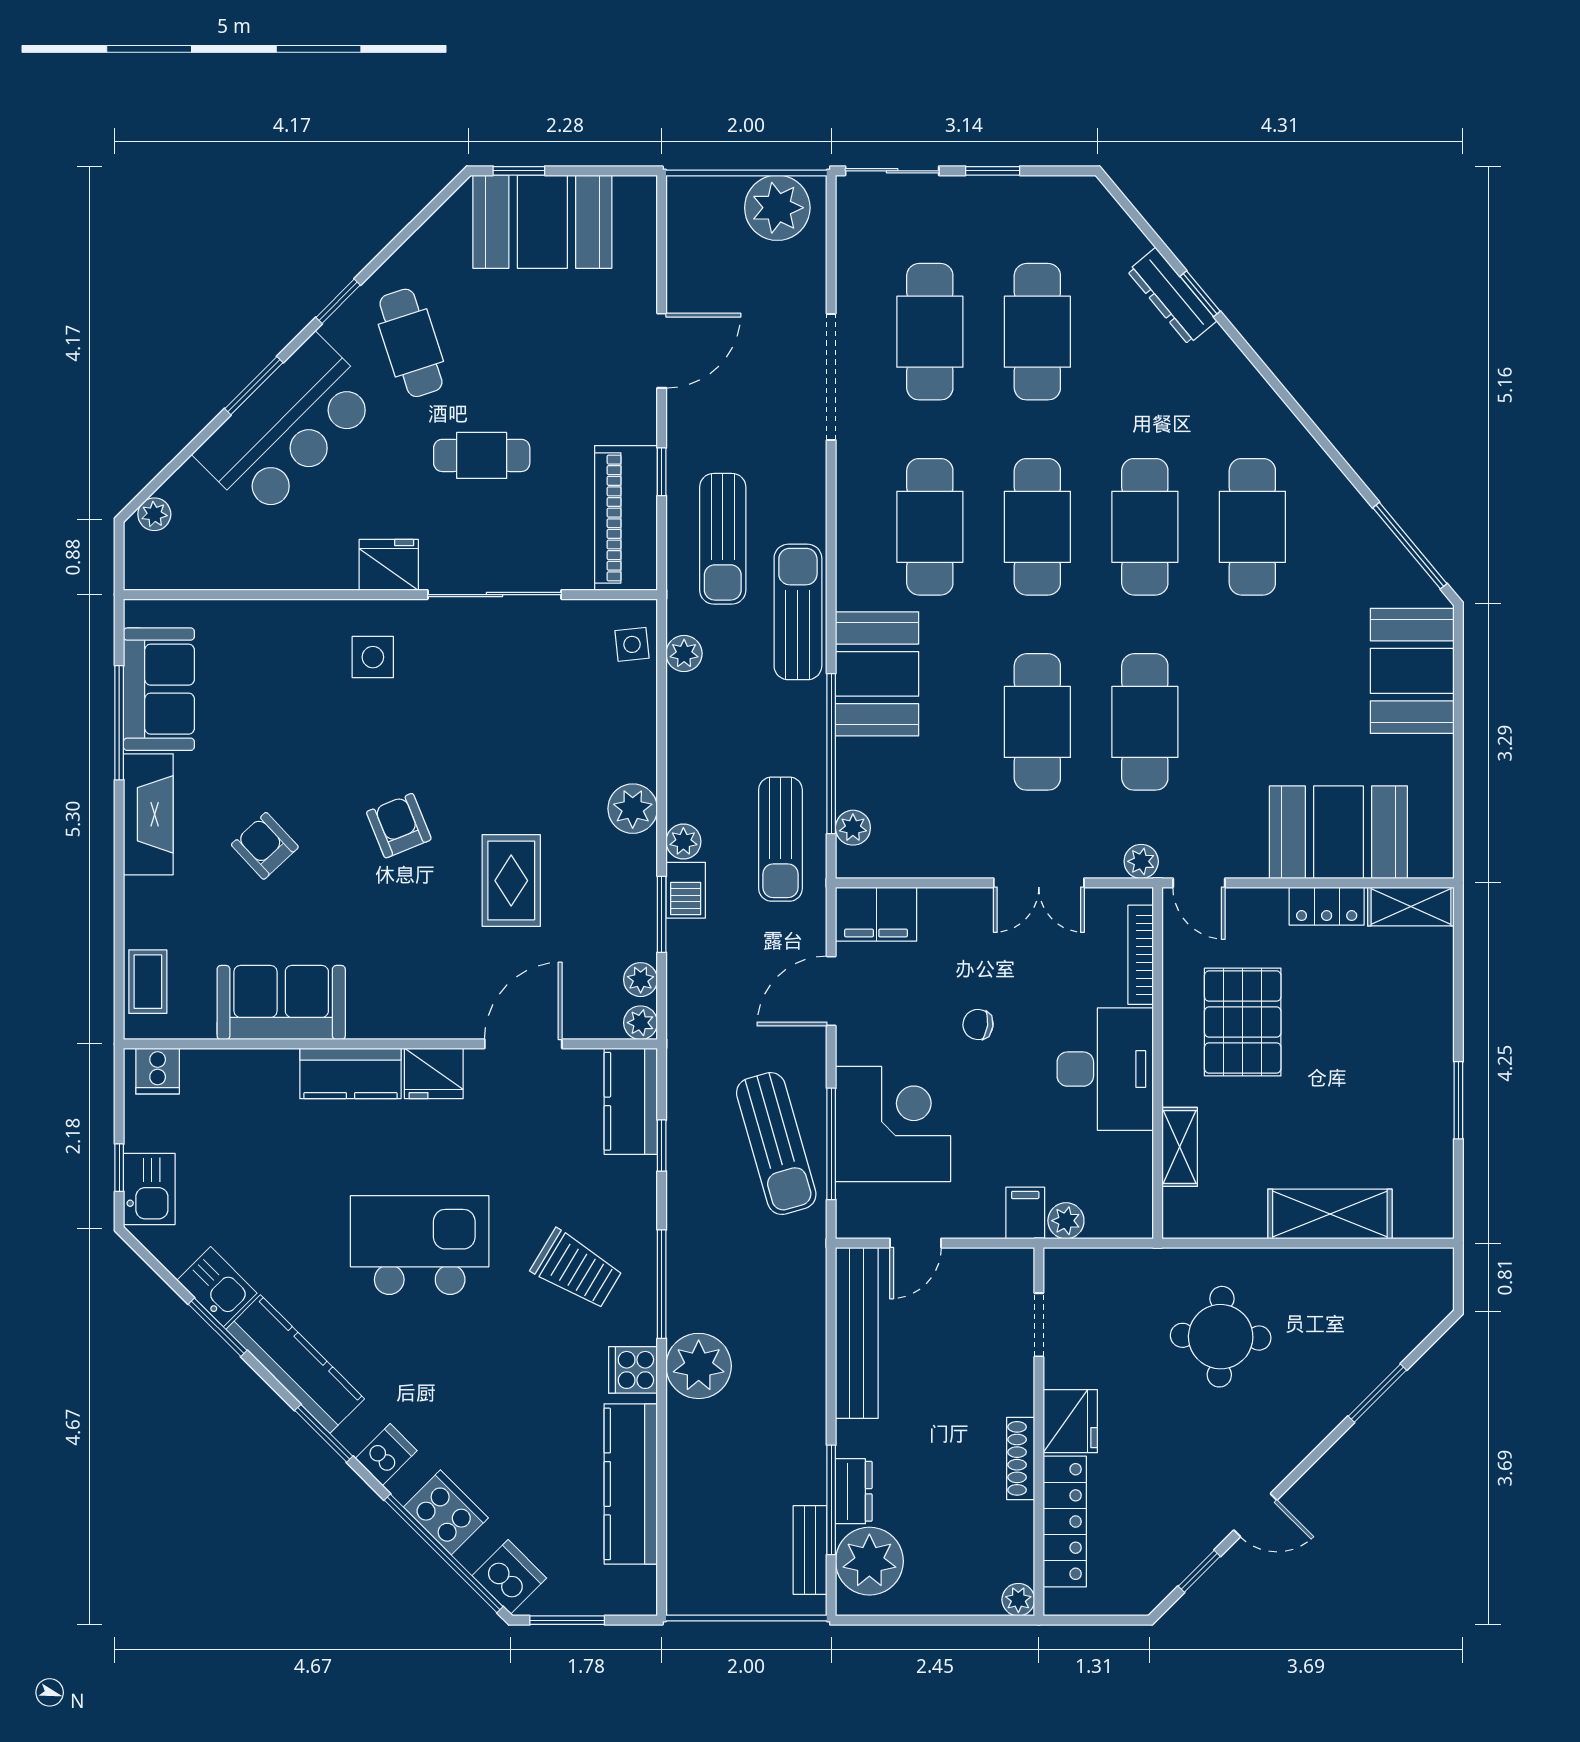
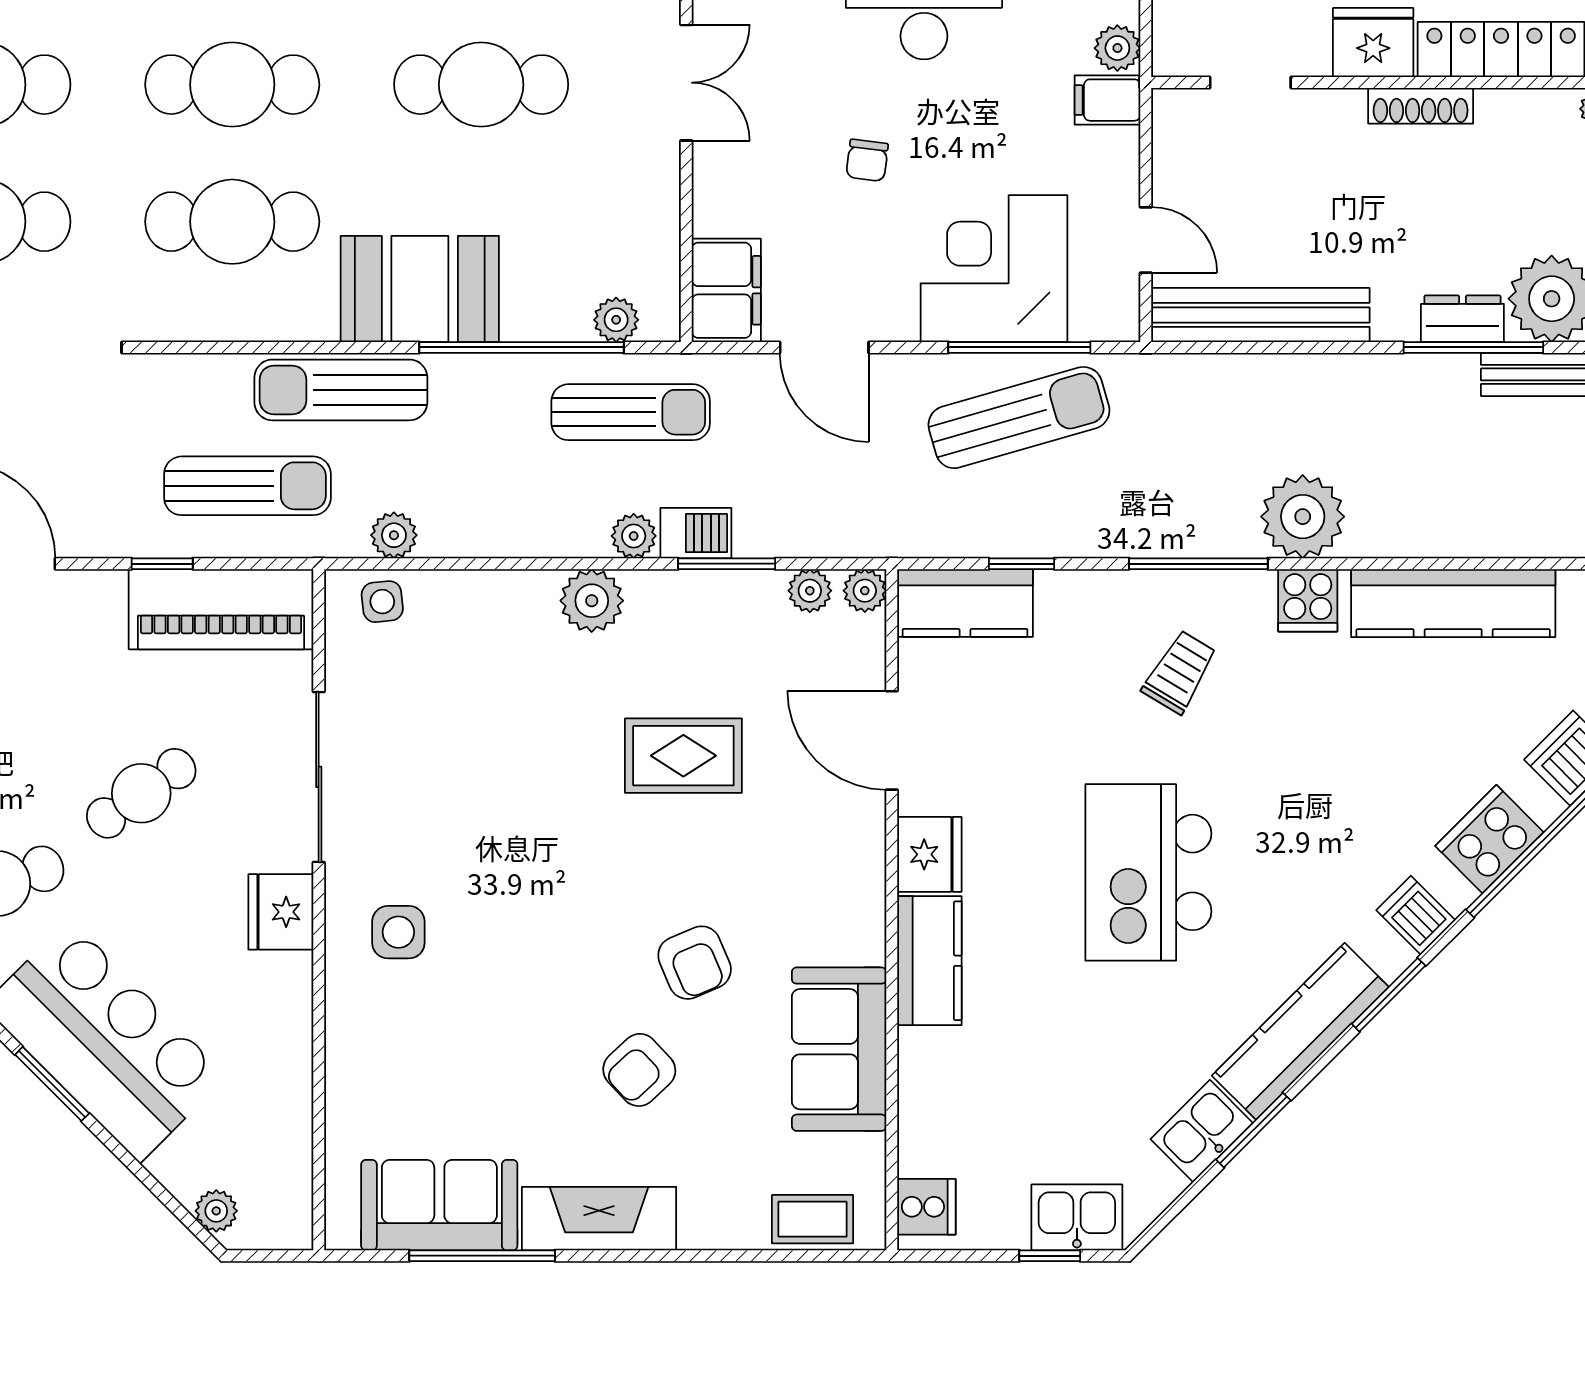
cafe table: (482, 455) -> (141, 793), turned 55
armchair: (399, 826) -> (695, 963), moved, turned -91
trolley: (577, 1269) -> (1180, 672), width x0.73, depth x0.72

